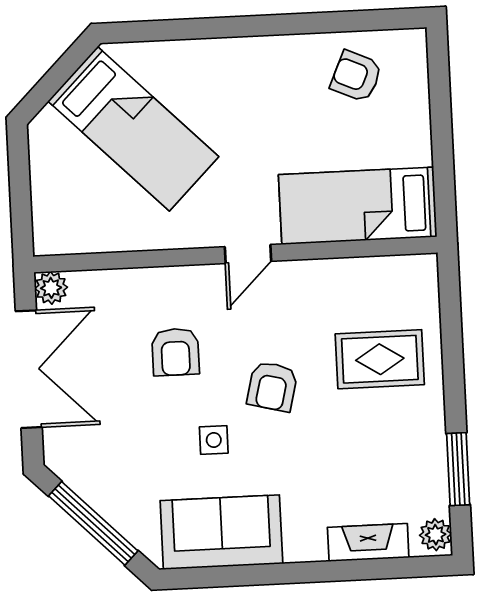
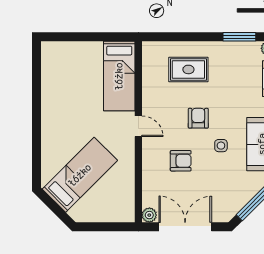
armchair: (356, 76) -> (61, 74), removed
rug: (380, 359) -> (188, 69), turned 90
armchair: (272, 386) -> (198, 118), turned -104

